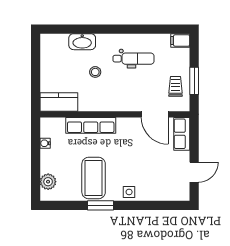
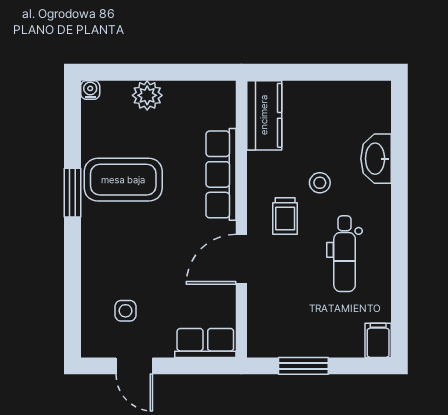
trolley: (175, 86) -> (285, 216), moved, turned 90
door: (155, 114) -> (241, 259), moved
water cooler: (45, 143) -> (90, 90), moved
plant: (48, 182) -> (147, 95), moved
side table: (129, 192) -> (125, 311), moved

